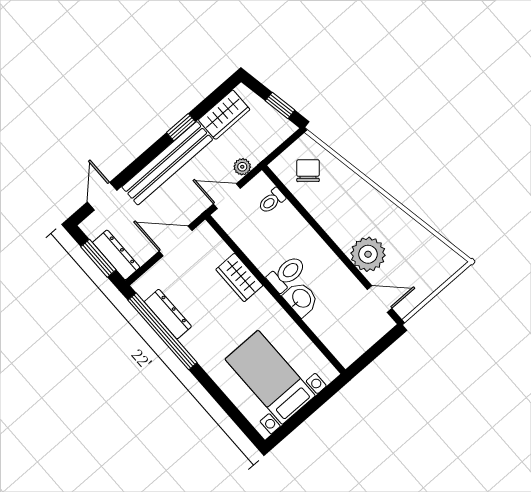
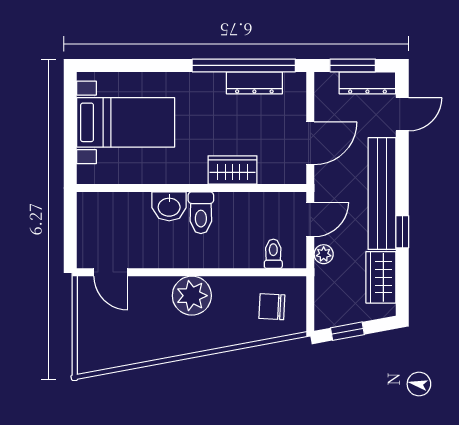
chair: (308, 171) -> (272, 307), turned 142
door: (102, 196) -> (402, 114), hinge flipped
plant: (368, 254) -> (192, 296), moved
dresser: (116, 255) -> (367, 83), moved
door: (380, 299) -> (111, 272), hinge flipped

